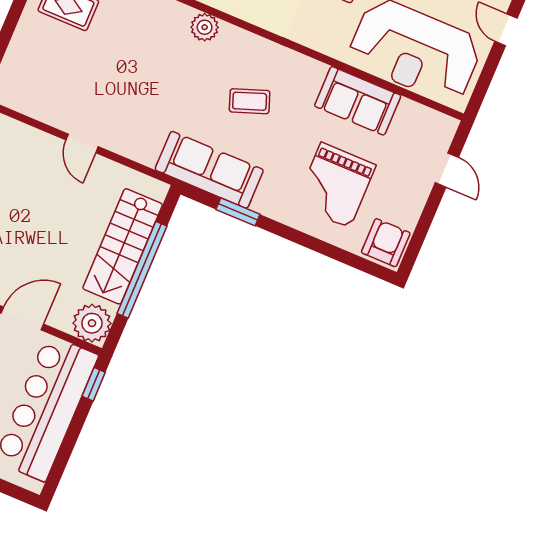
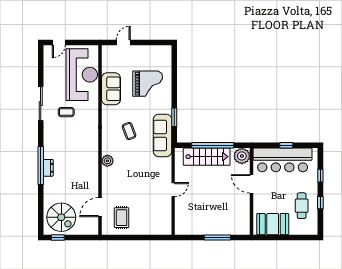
armchair: (386, 243) -> (162, 54), removed
window: (94, 384) -> (286, 145), moved

